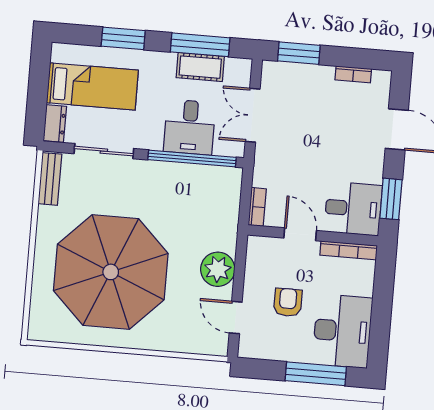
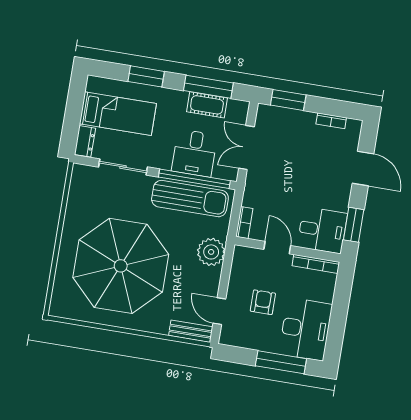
bench: (50, 179) -> (191, 331), moved, turned 90
sun lounger: (189, 183) -> (190, 199), added
plant: (218, 269) -> (211, 252), moved

